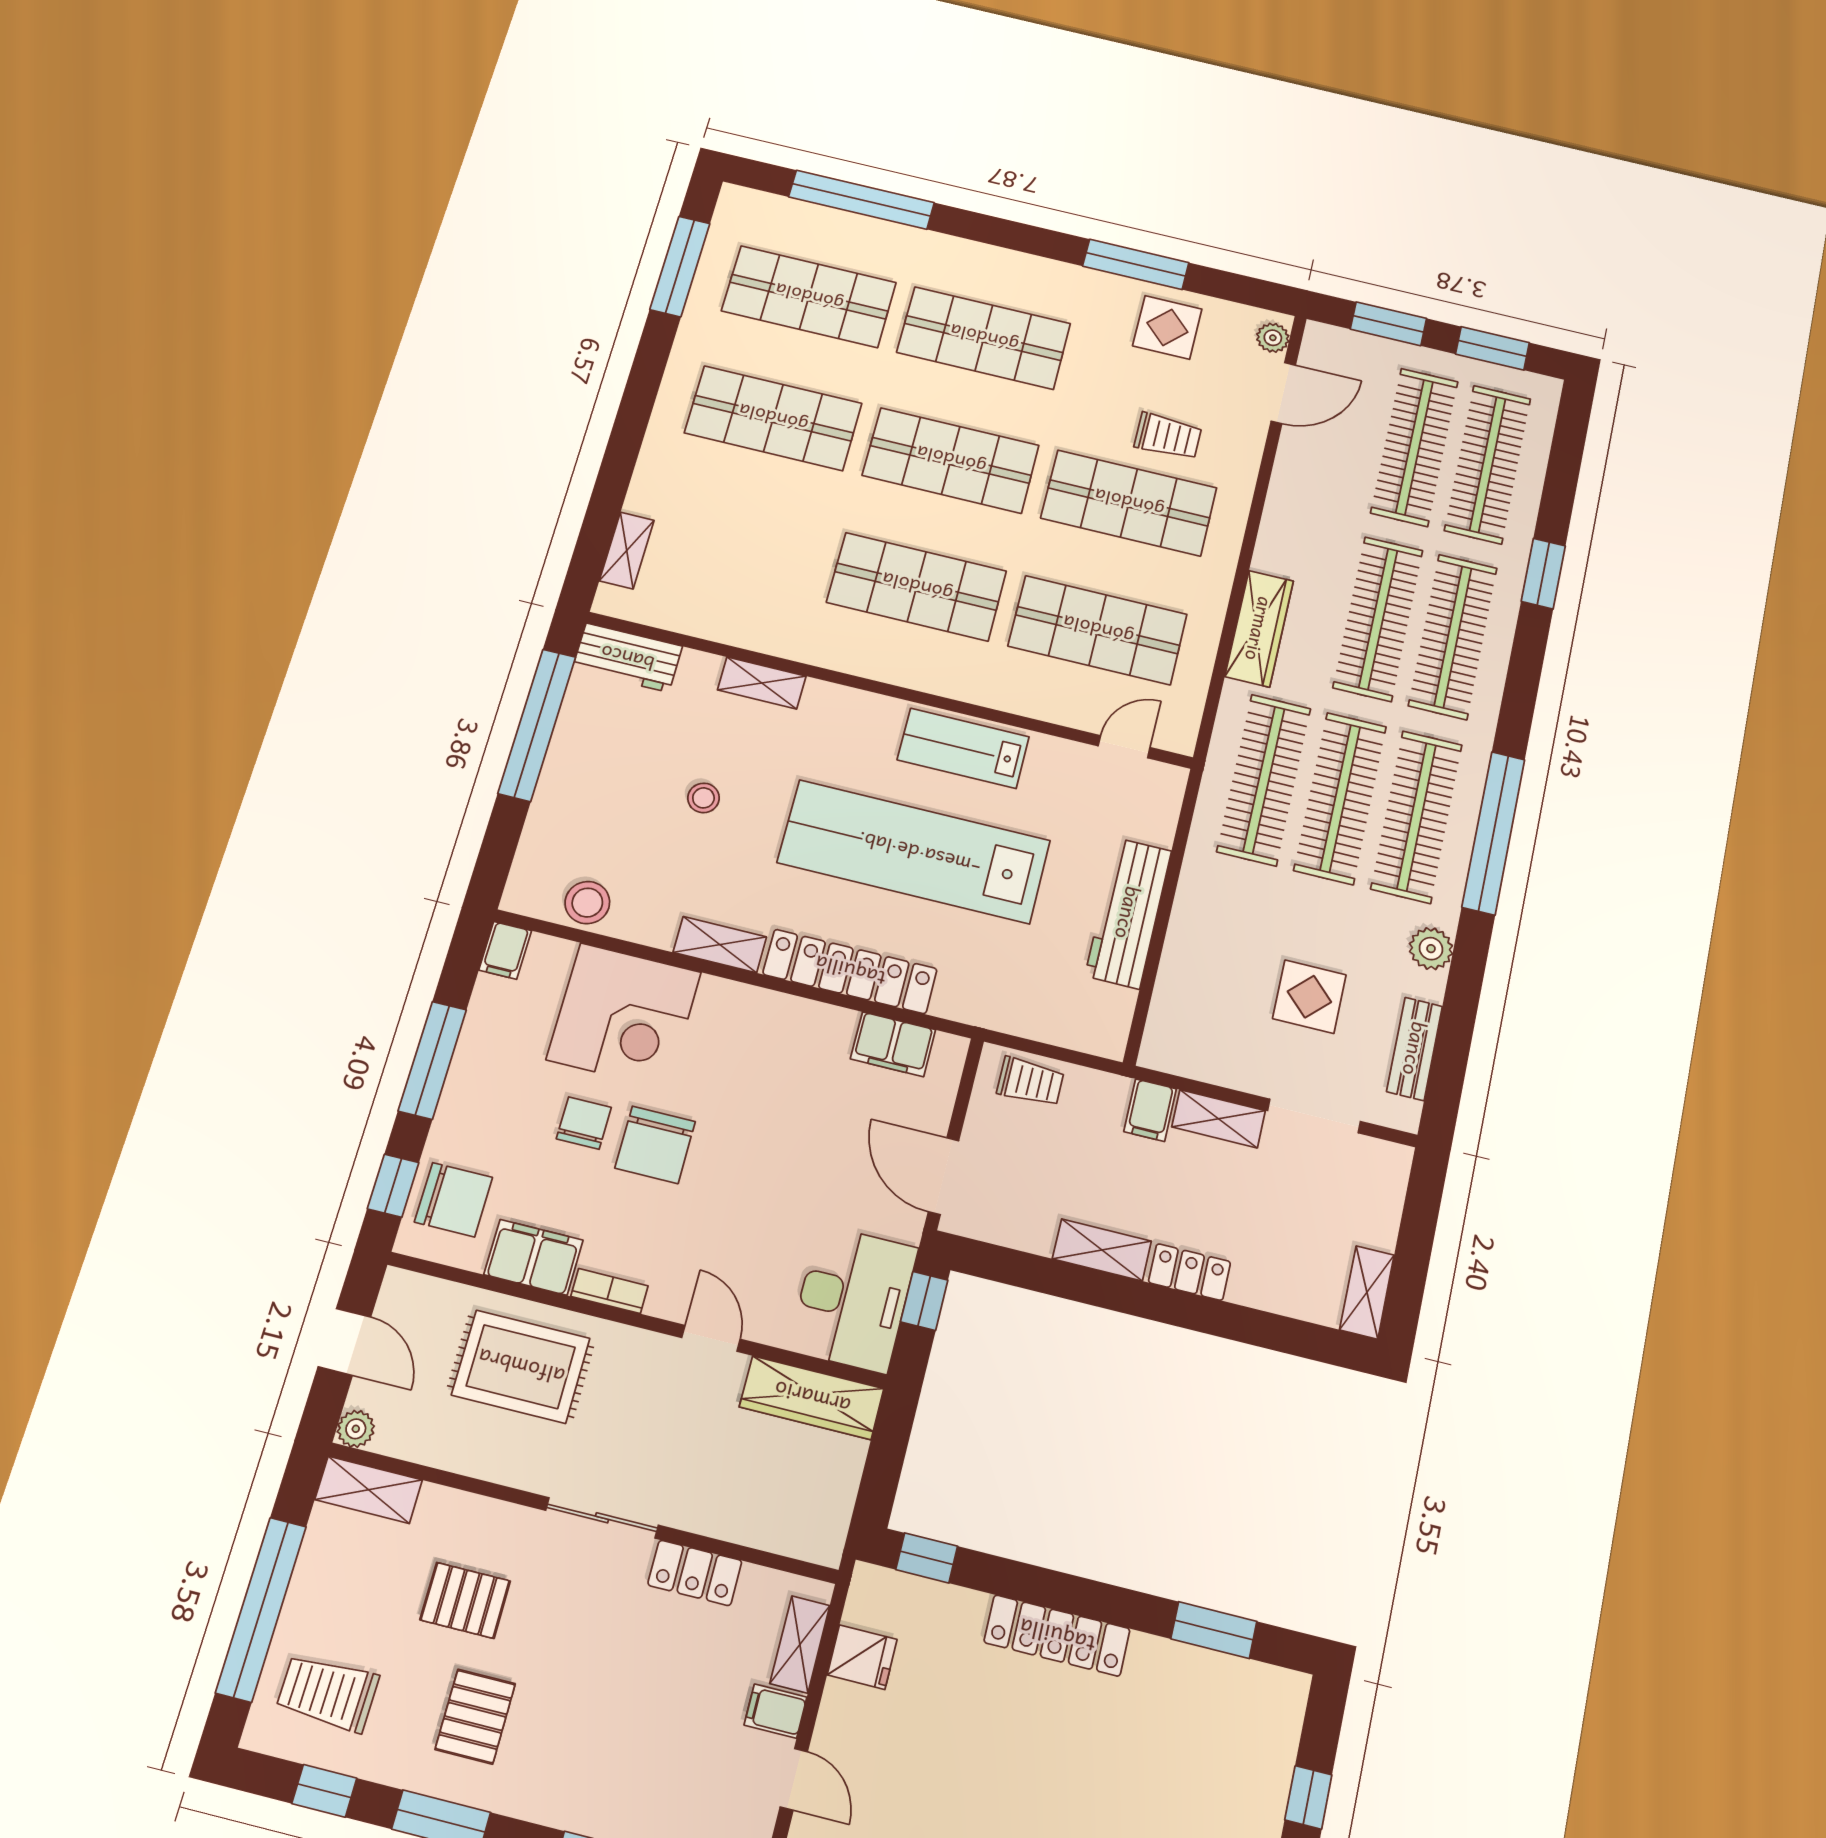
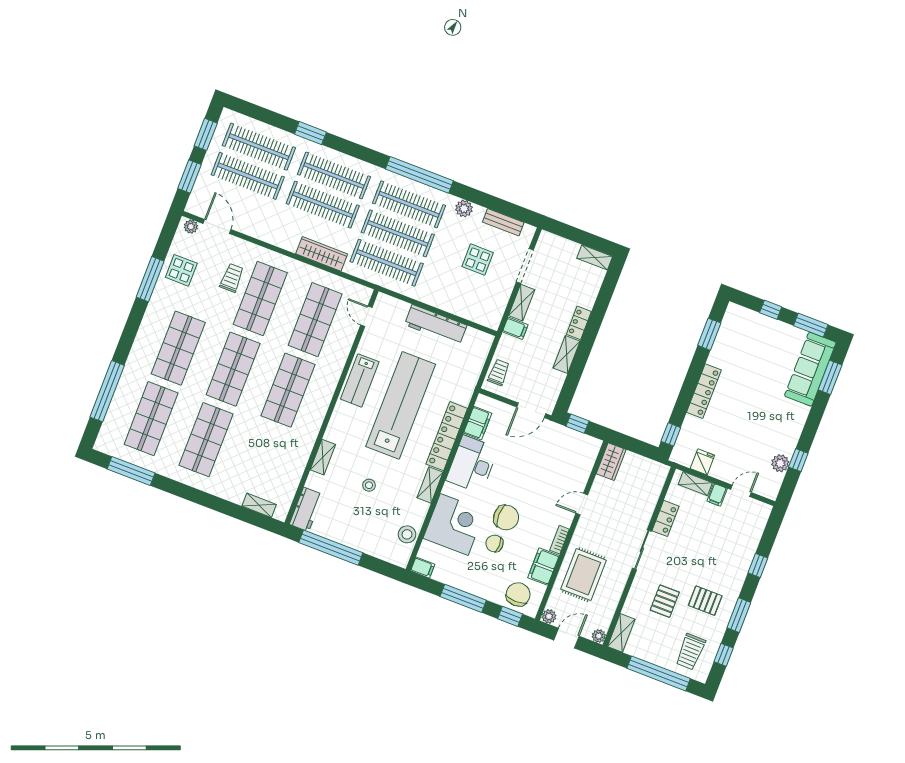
lab bench: (914, 852) -> (401, 405), turned 180
plant: (400, 1288) -> (549, 616), added
desk: (853, 1299) -> (472, 464), moved, turned -90
wardrobe: (812, 1398) -> (611, 462), width x0.67

